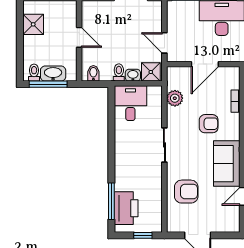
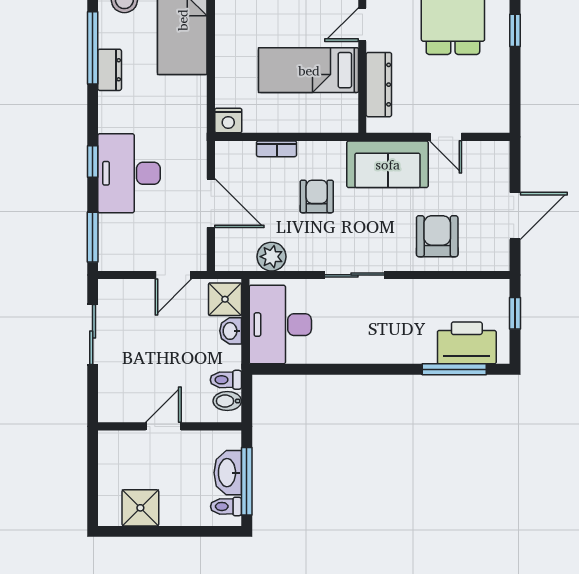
toilet: (119, 72) -> (226, 380), moved
desk: (130, 103) -> (280, 325), width x1.37

